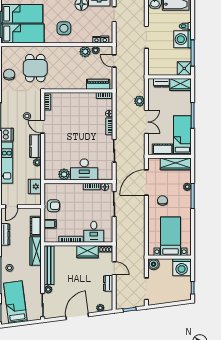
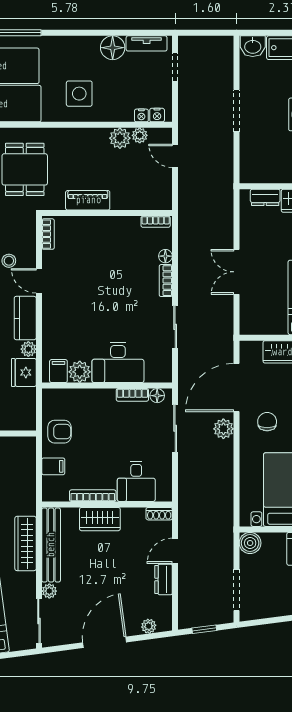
piano: (98, 84) -> (88, 200), moved
plant: (140, 101) -> (223, 429), moved
double door: (146, 122) -> (236, 272), swing flipped
cot: (163, 149) -> (267, 324), removed
filing cabinet: (53, 174) -> (58, 371), added
fridge: (35, 186) -> (24, 372), moved
cot: (36, 226) -> (26, 470), removed
wardrobe: (36, 251) -> (26, 543), moved
wardrobe: (88, 252) -> (100, 519), moved
door: (114, 268) -> (175, 551), swing flipped

